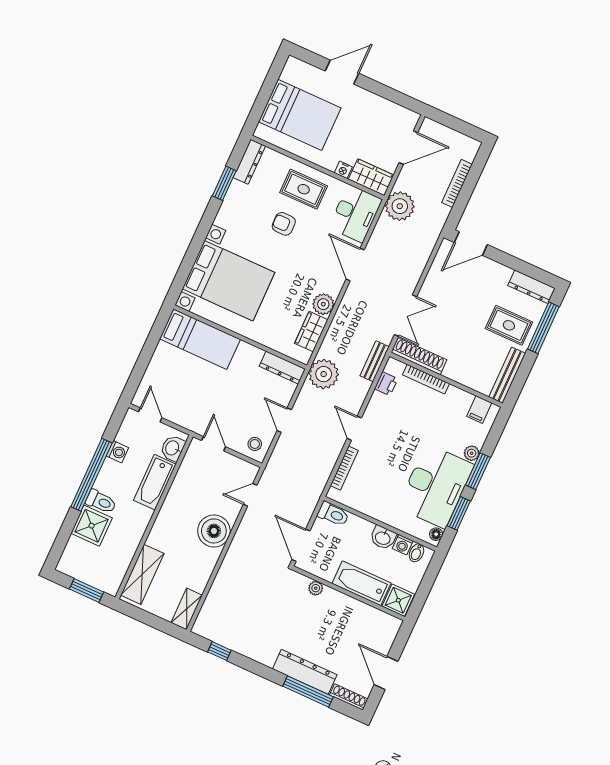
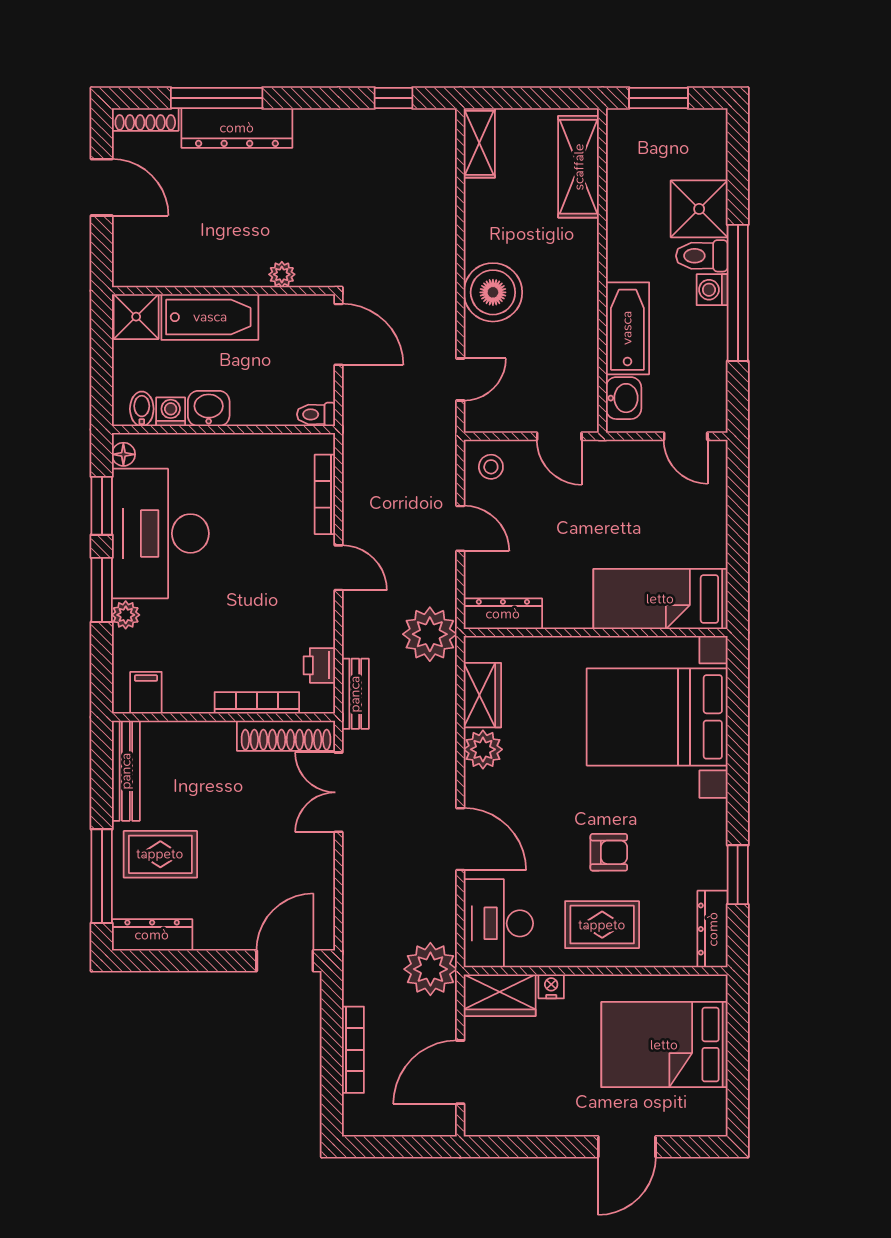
washing machine: (117, 452) -> (712, 290), moved
toilet: (333, 514) -> (316, 414), width x0.73, depth x0.72

